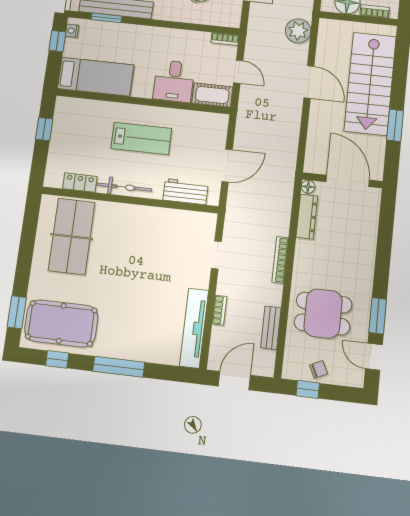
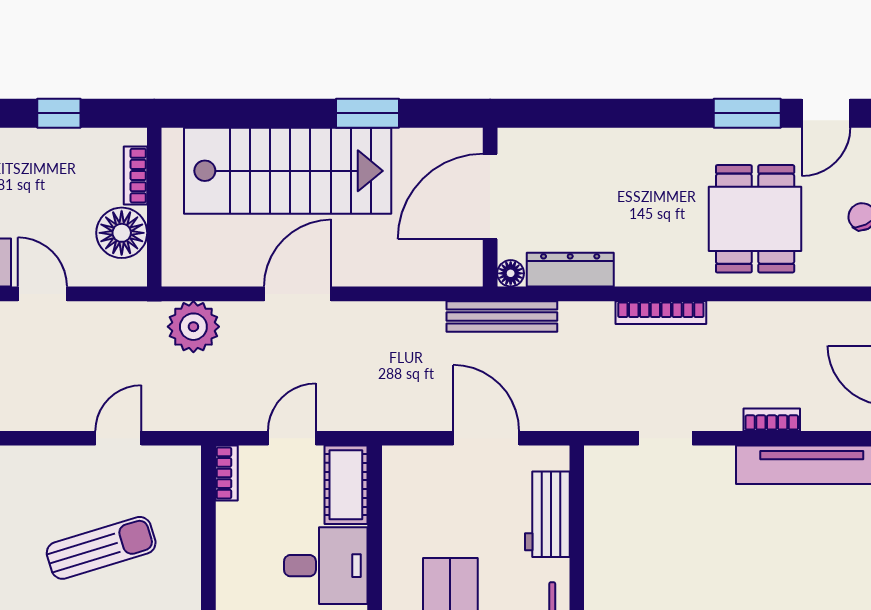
bench: (271, 328) -> (502, 316), moved, width x1.36

